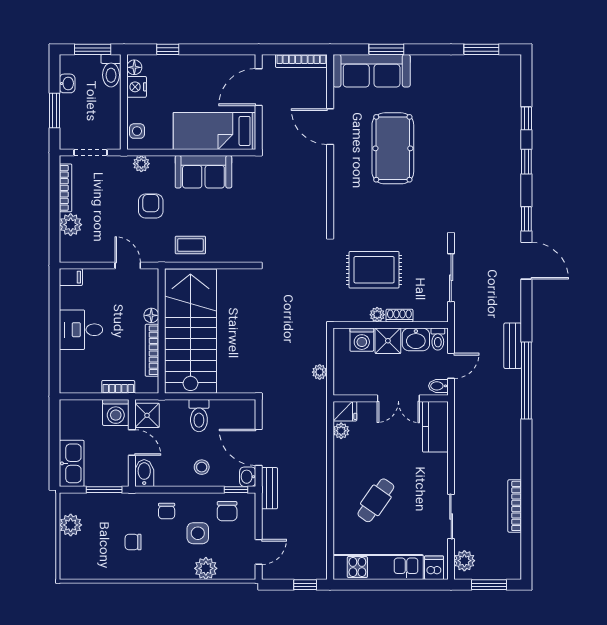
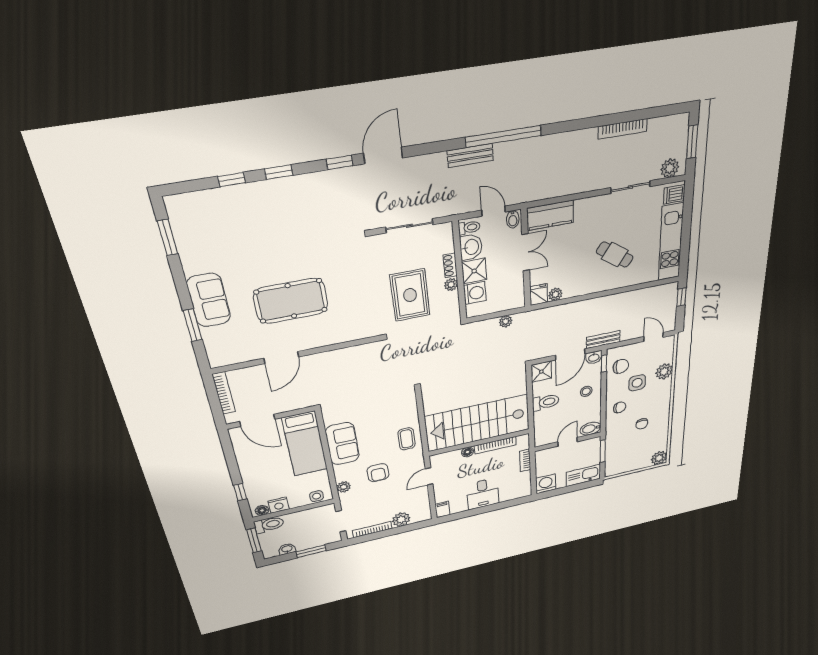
sofa: (372, 71) -> (209, 300), moved, width x0.73
armchair: (151, 206) -> (378, 473), turned -90
washing machine: (116, 412) -> (546, 484), moved, turned -90
shower: (147, 415) -> (541, 372), moved
plant: (71, 525) -> (659, 458), moved

